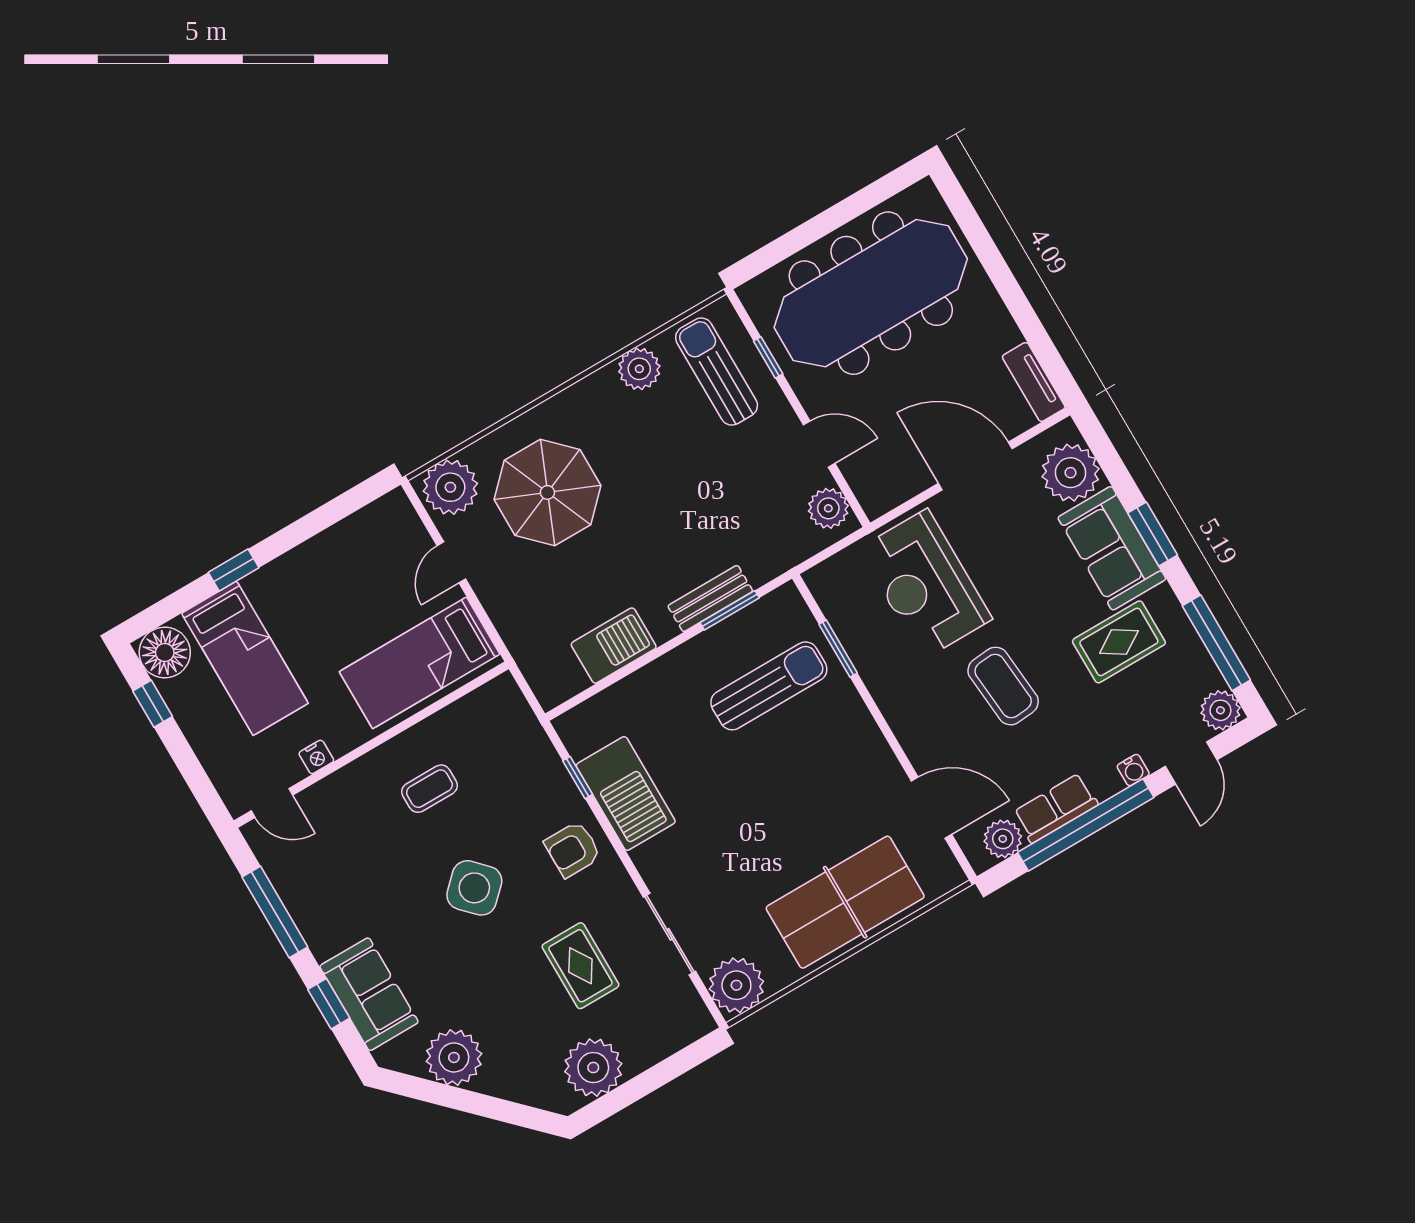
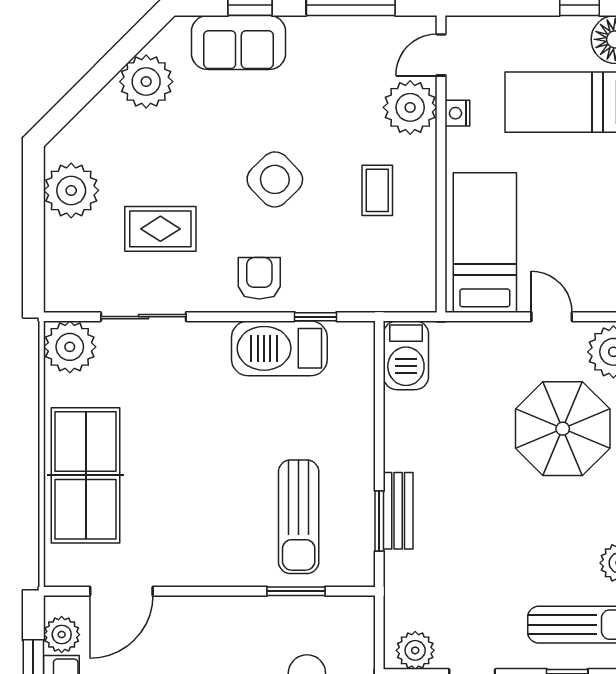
barbecue: (614, 646) -> (406, 355), moved
plant: (336, 803) -> (410, 107), added

